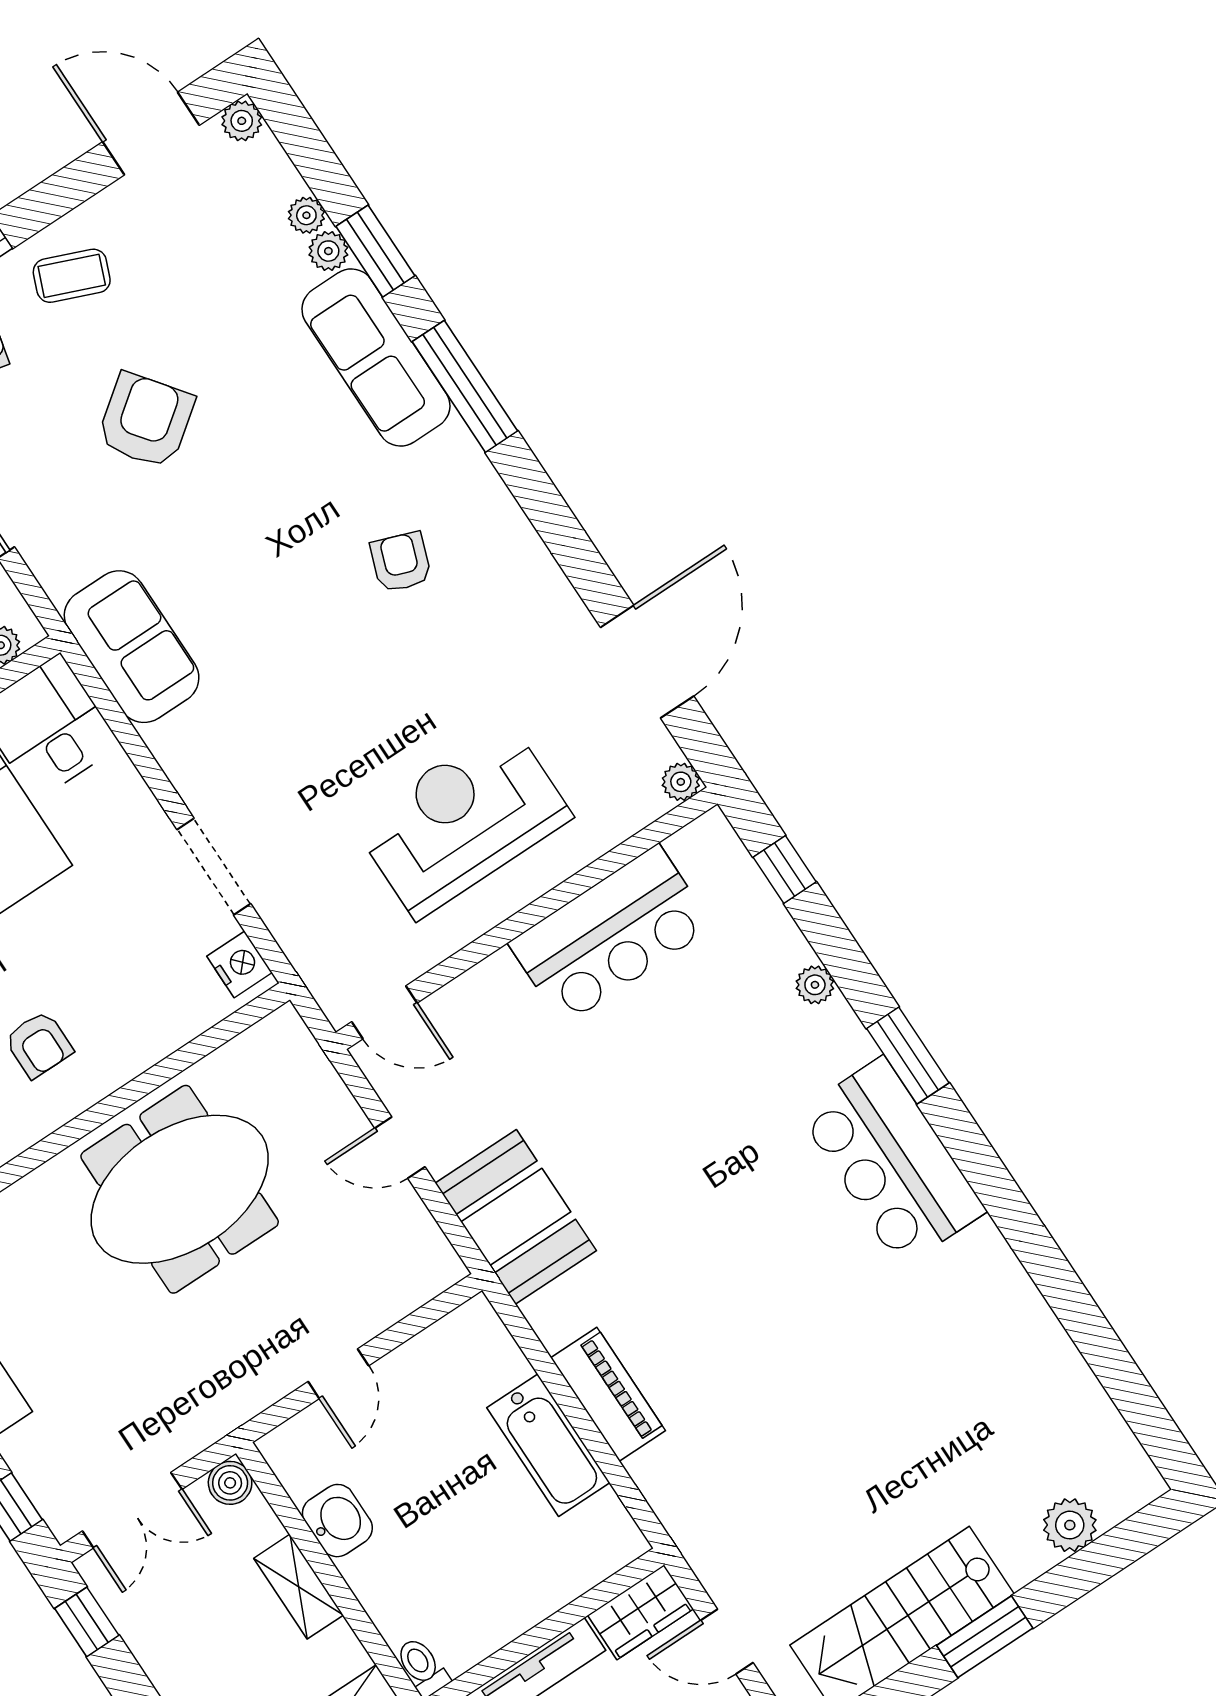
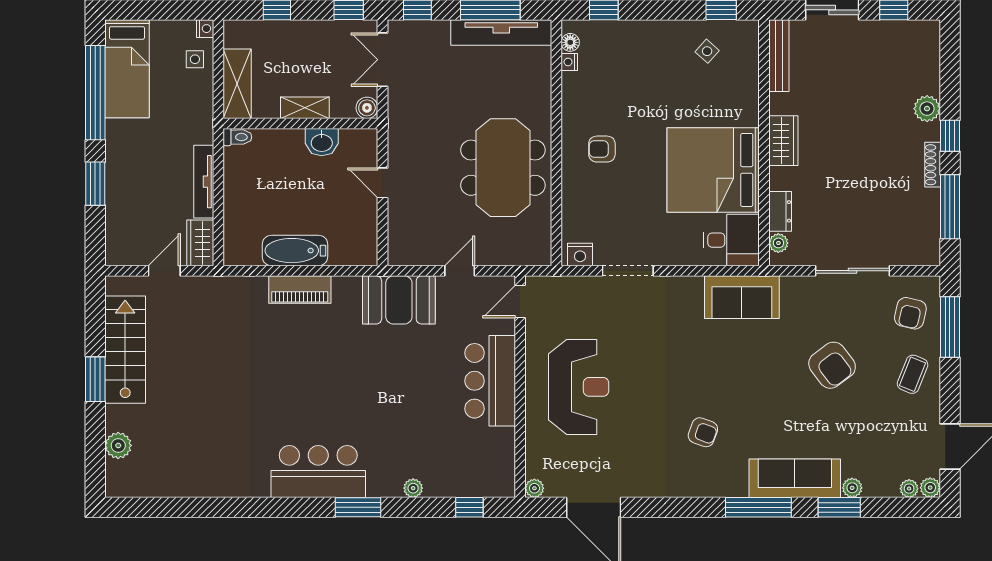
plant: (306, 215) -> (909, 489), moved
bar counter: (611, 935) -> (490, 381), moved

